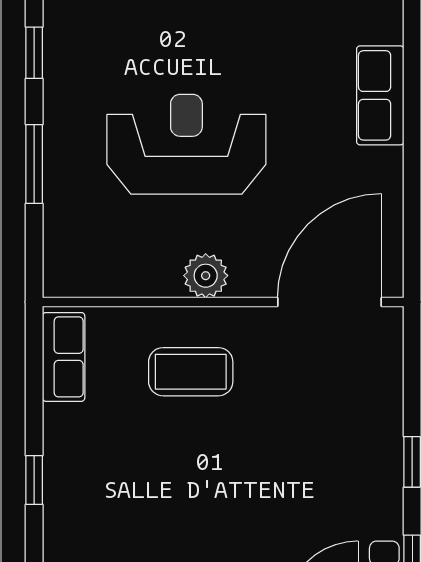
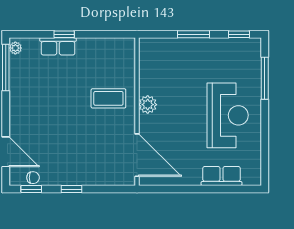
reception desk: (186, 144) -> (228, 115), moved
row of seats: (64, 357) -> (58, 46), moved
coffee table: (191, 372) -> (108, 98), turned 90

